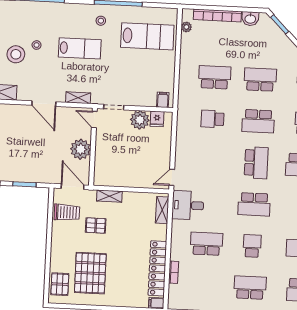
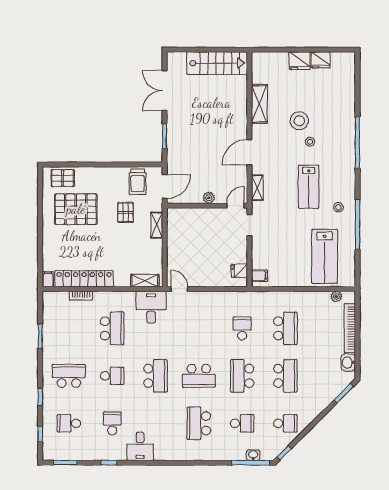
plant: (140, 120) -> (237, 253), removed
plant: (81, 149) -> (209, 198), width x0.53, depth x0.53
school desk: (254, 204) -> (155, 376), turned 180
school desk: (250, 288) -> (69, 376), turned -90

